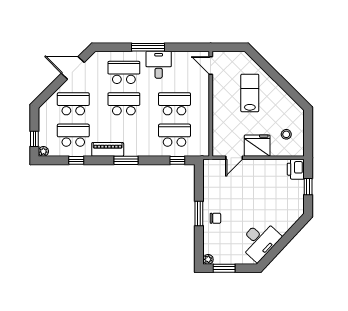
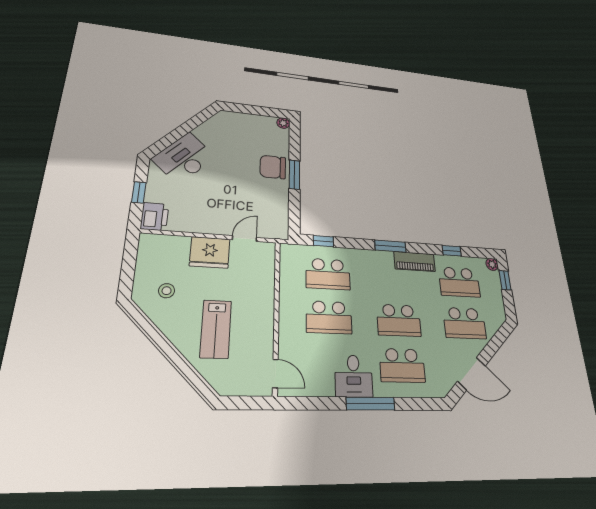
stool: (286, 134) -> (167, 291), moved
chair: (215, 218) -> (273, 167), width x1.87, depth x1.87
desk: (260, 240) -> (184, 158), moved
window: (224, 268) -> (263, 111), removed

